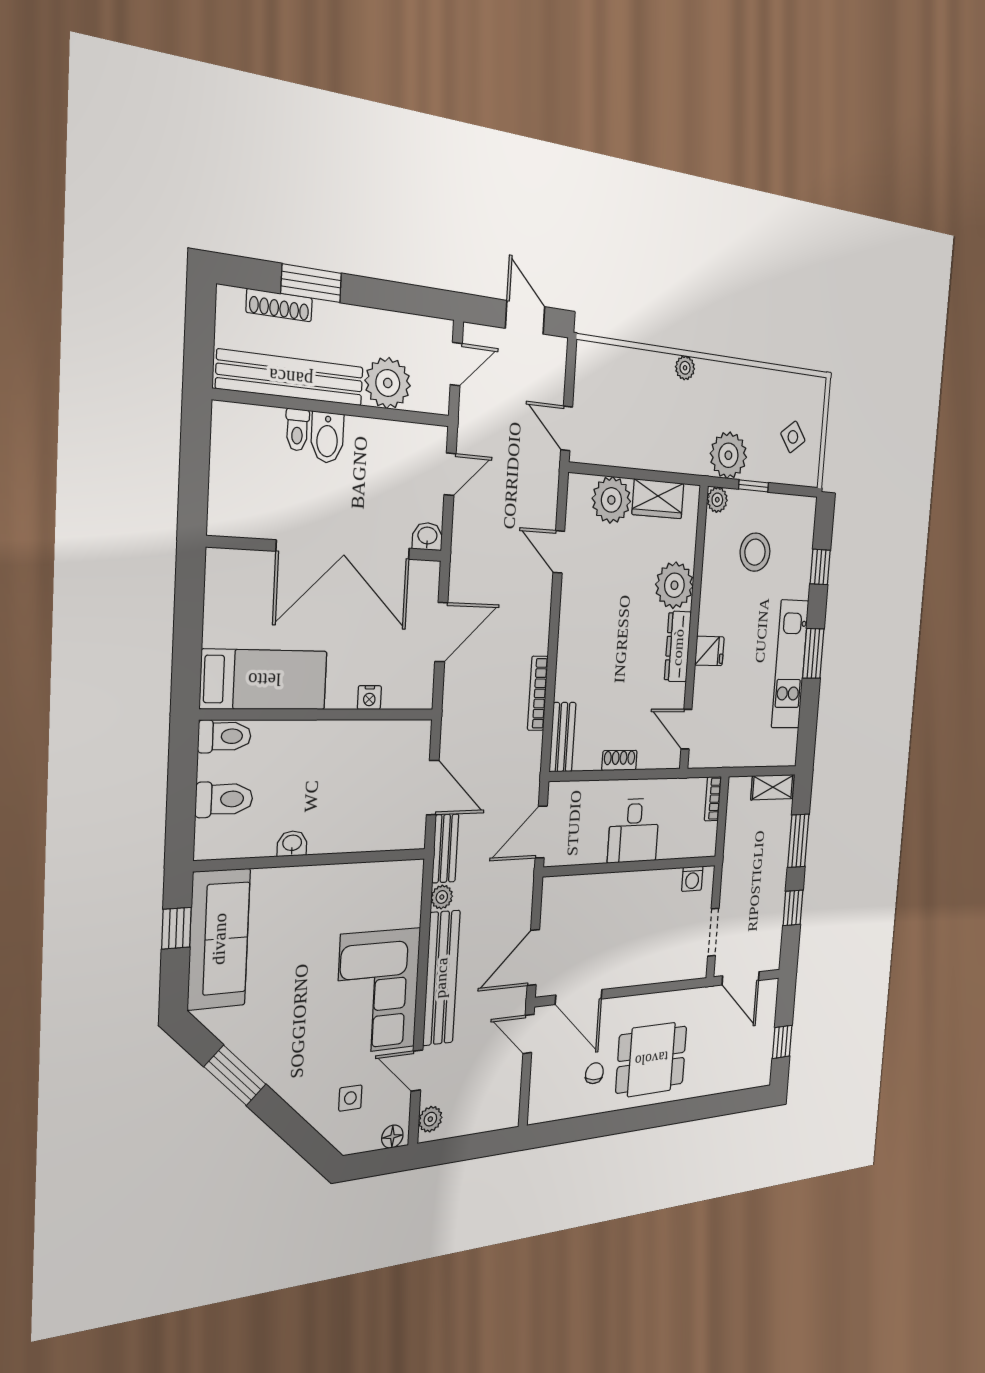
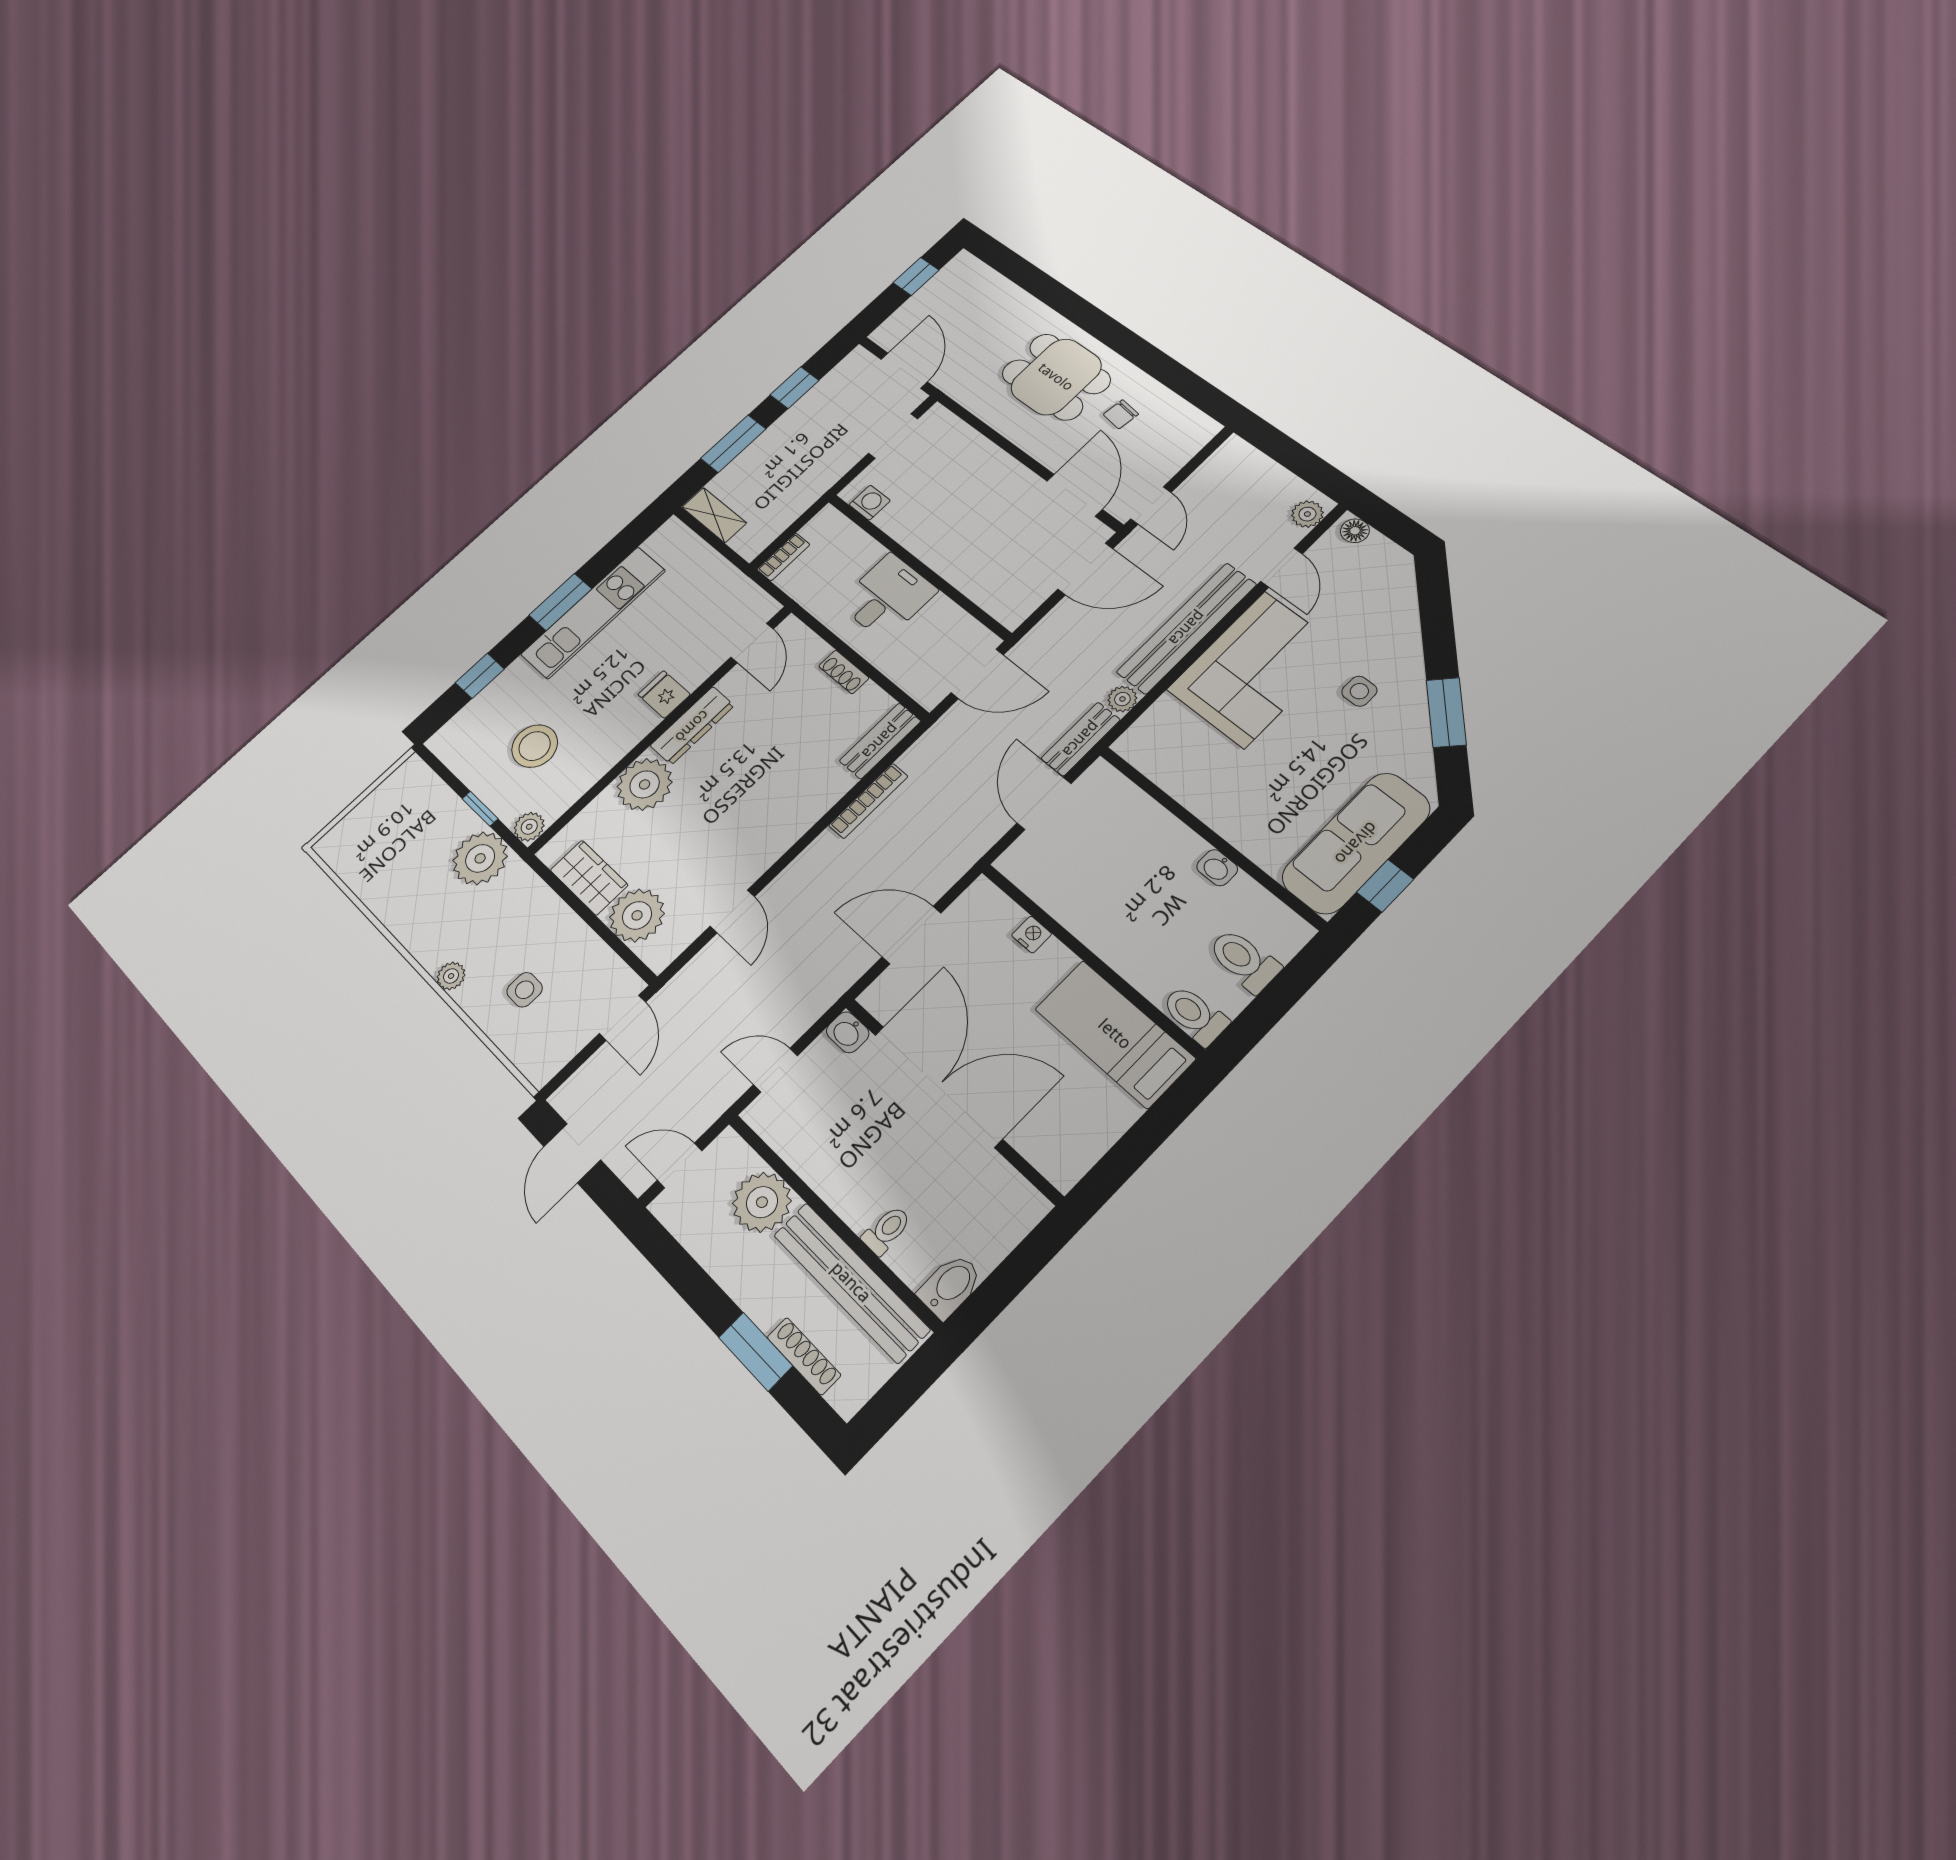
side table: (793, 437) -> (525, 990), moved, turned 37
bidet: (327, 438) -> (950, 1286), moved
side table: (350, 1098) -> (1359, 691), moved

